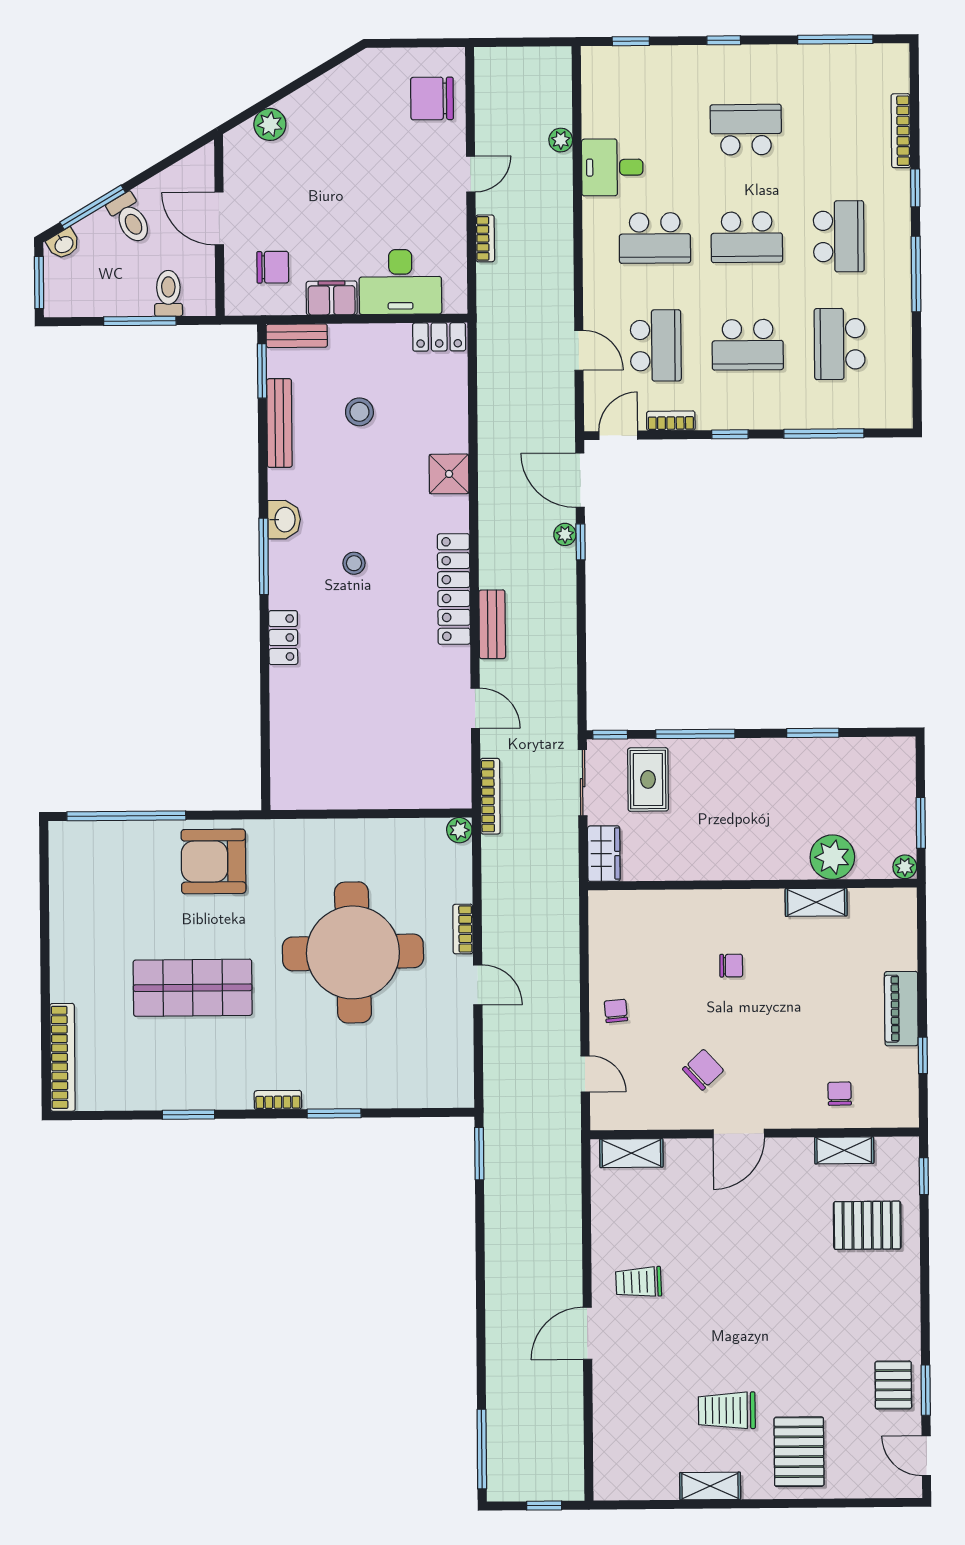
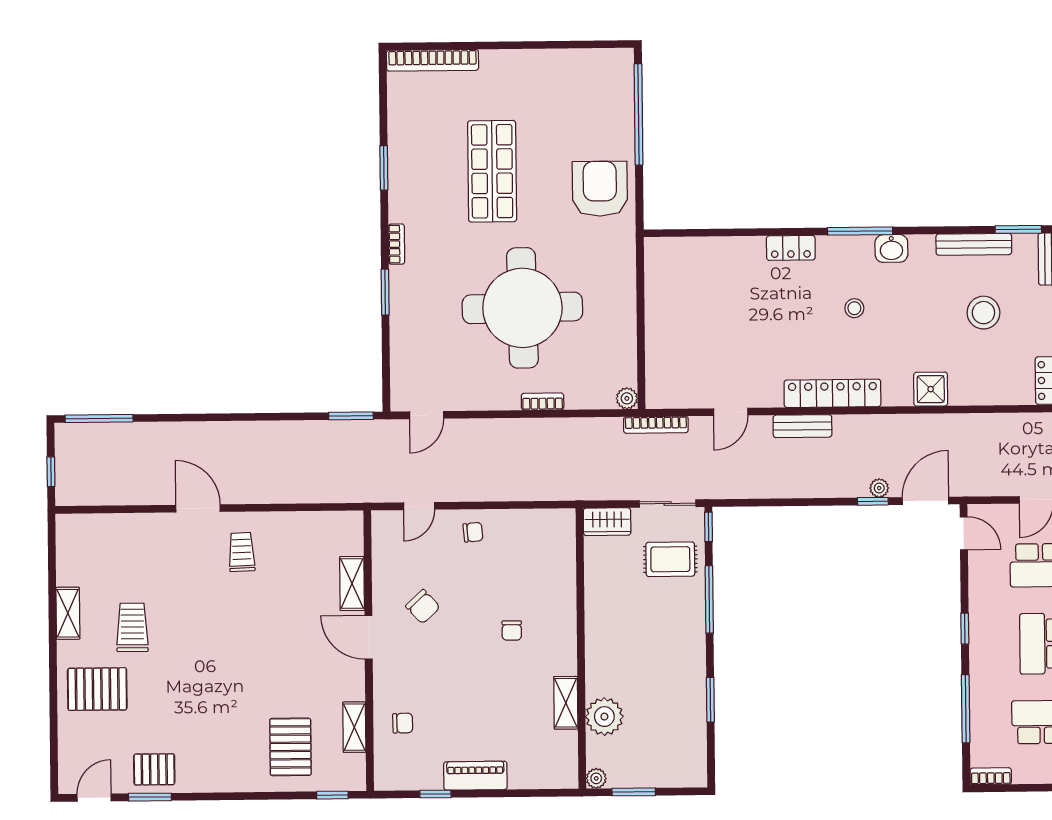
stool: (359, 412) -> (983, 313), width x1.38, depth x1.38
bookcase: (671, 421) -> (991, 776), moved, turned -90
door: (478, 985) -> (427, 415), moved
shelving: (631, 1153) -> (352, 584), moved

